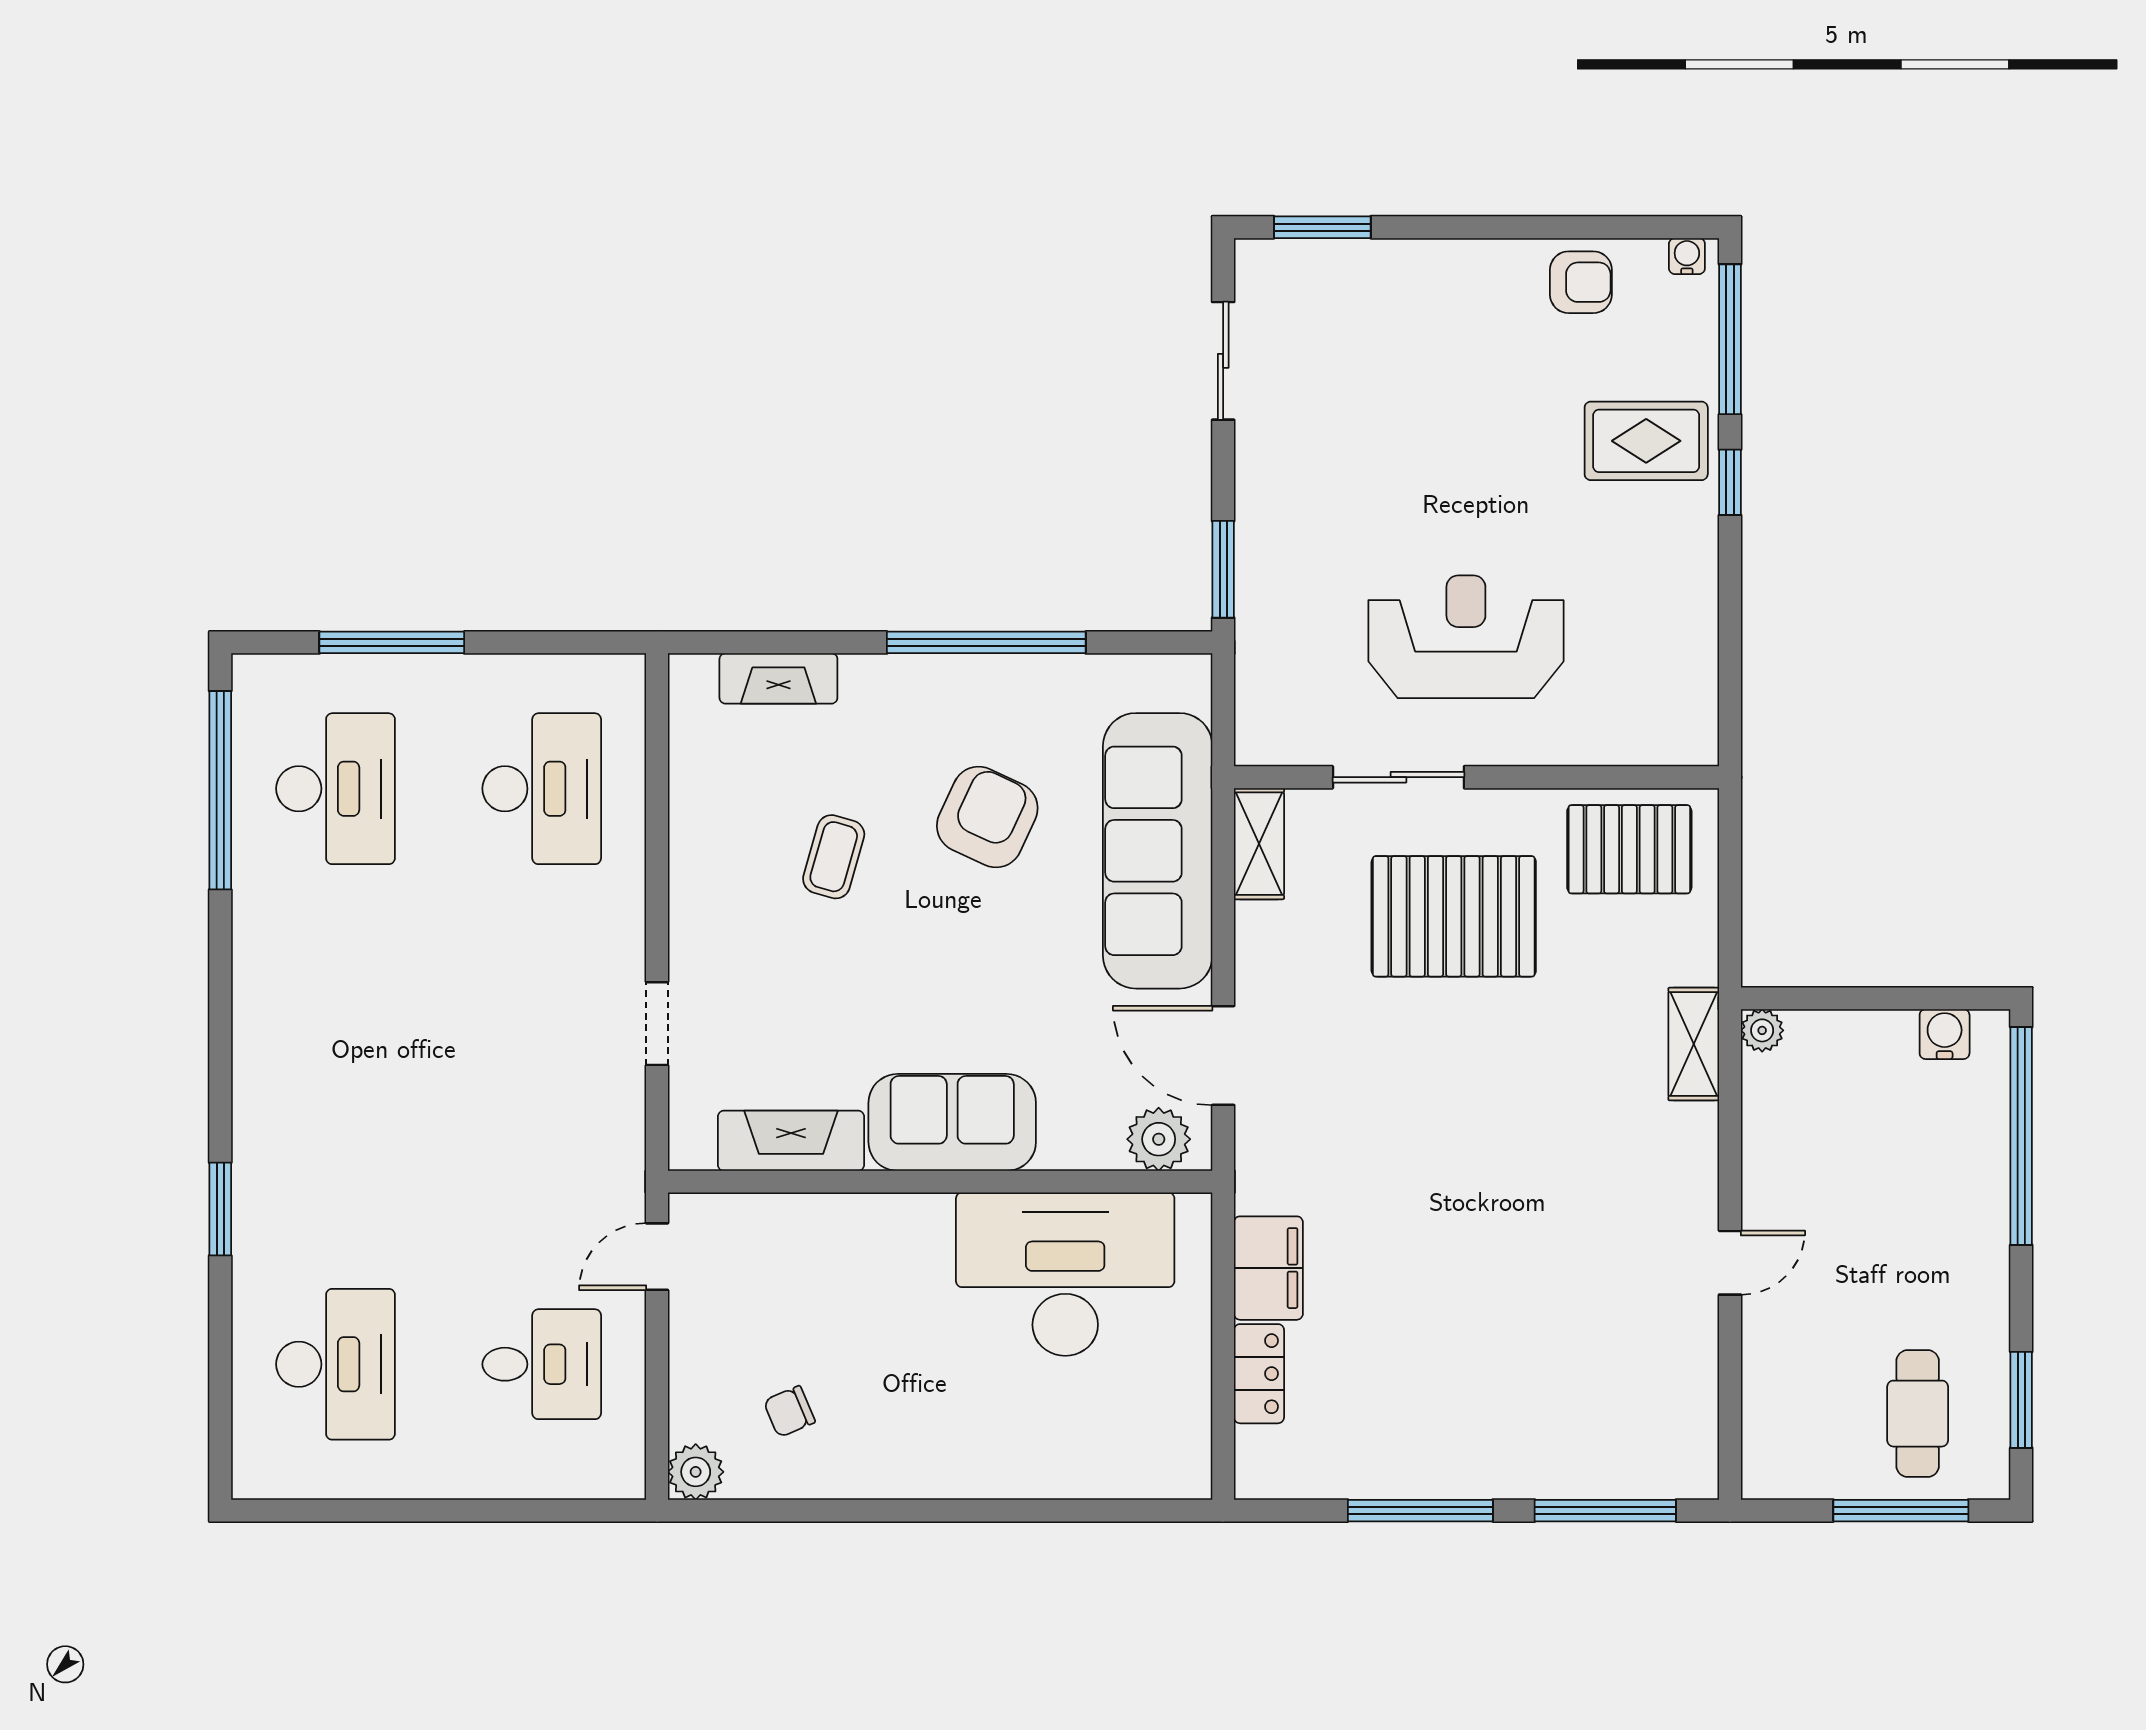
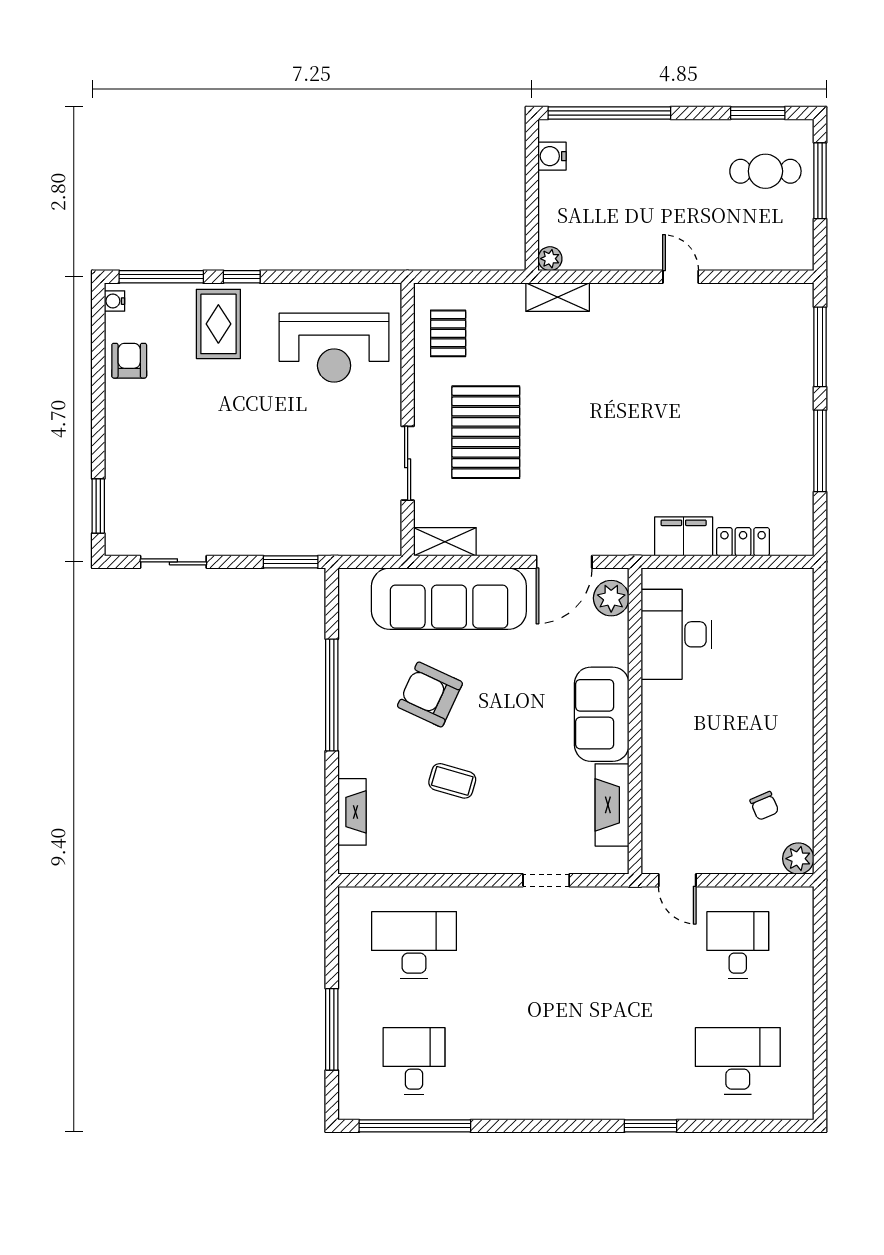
reception desk: (1466, 637) -> (334, 348), moved, turned -90
desk: (336, 789) -> (414, 1061), width x0.73
pallet: (1629, 849) -> (448, 333), width x0.67, depth x0.71
desk: (1065, 1274) -> (676, 634), width x0.73, depth x0.77

